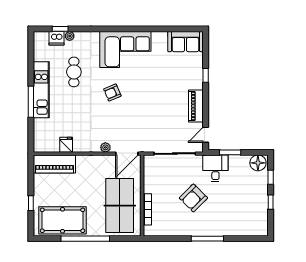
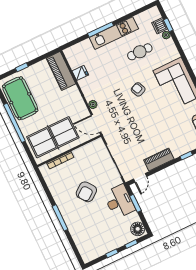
door: (206, 135) -> (140, 178), swing flipped
desk: (215, 168) -> (119, 202), width x1.37
armchair: (193, 198) -> (86, 192), turned -82

